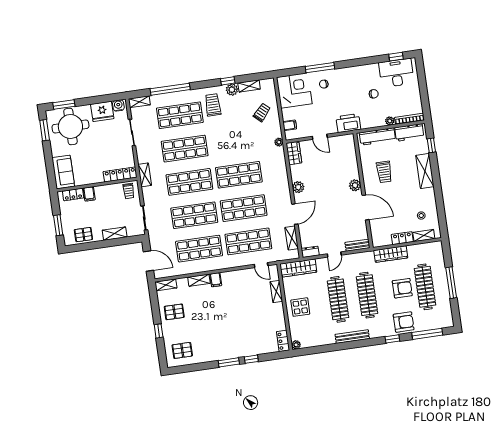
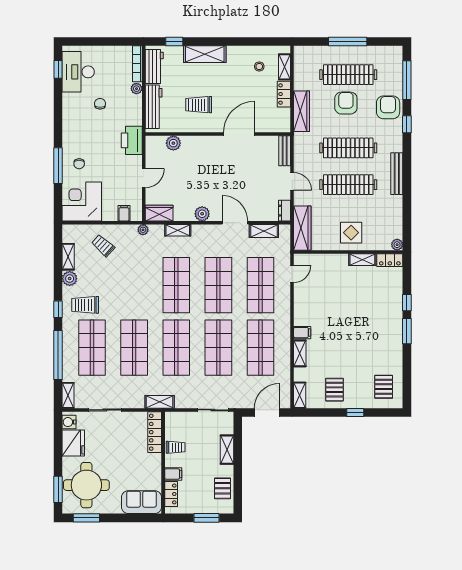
window: (228, 81) -> (58, 309), moved
shelving: (282, 170) -> (178, 230), added
trolley: (384, 172) -> (199, 105), turned 180
plant: (355, 185) -> (173, 143), moved
trolley: (129, 191) -> (176, 447), moved
shelving: (276, 292) -> (362, 260), moved

